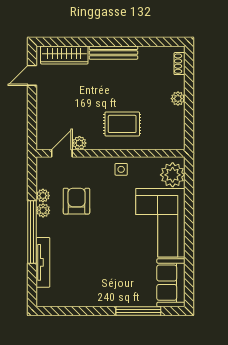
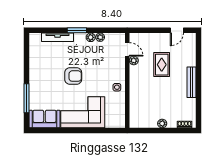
wardrobe: (64, 55) -> (190, 51), removed
door: (32, 75) -> (177, 30), swing flipped
rug: (122, 124) -> (162, 65), moved
plant: (173, 175) -> (113, 120), removed
armchair: (76, 201) -> (73, 76), moved
window: (32, 232) -> (77, 30), width x0.47

